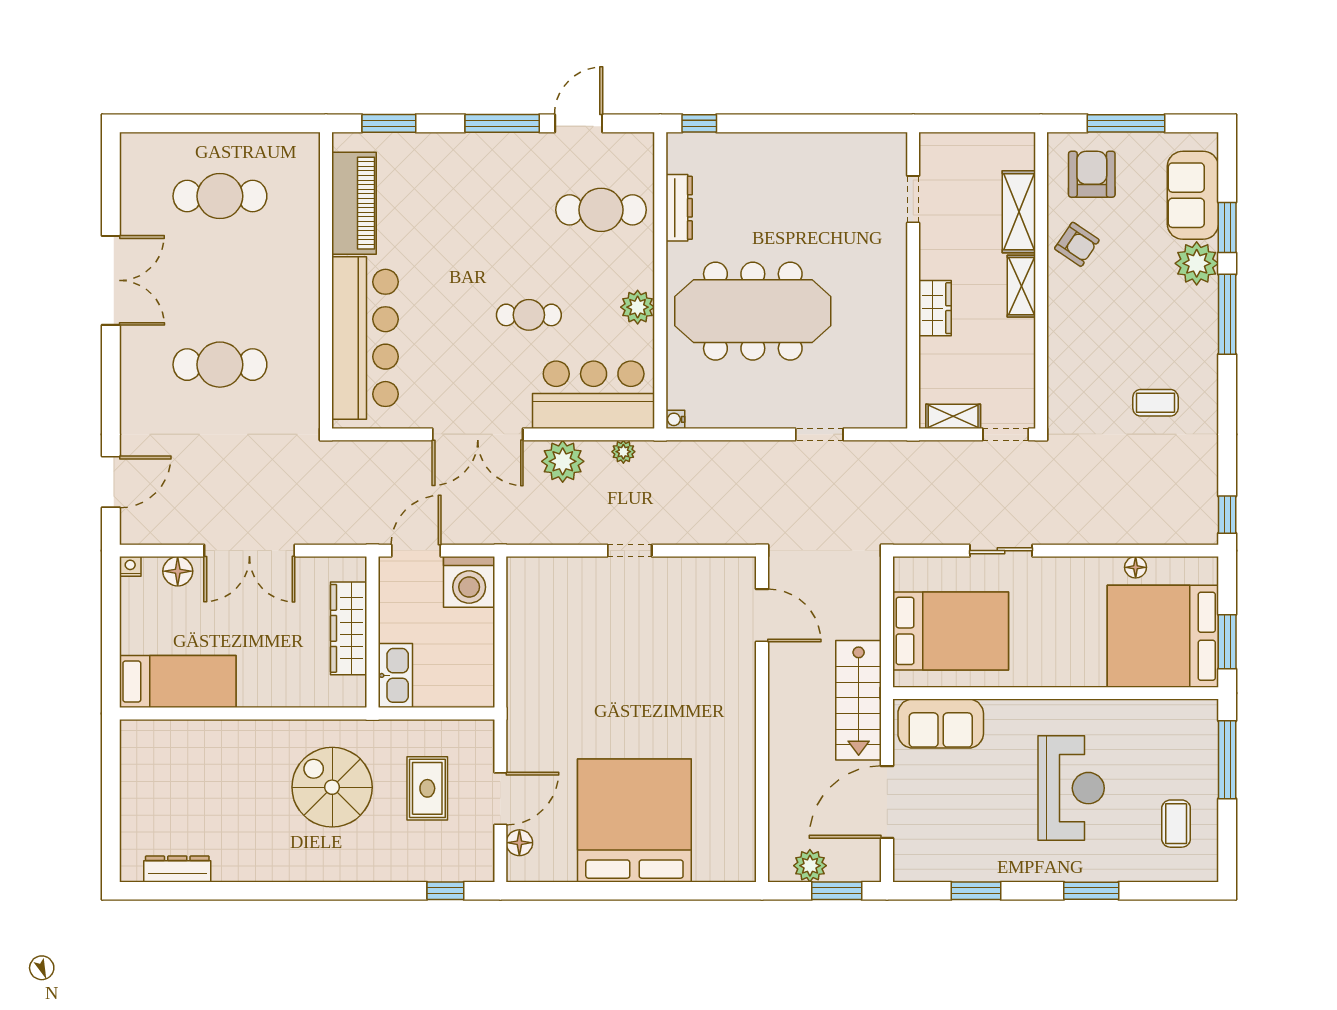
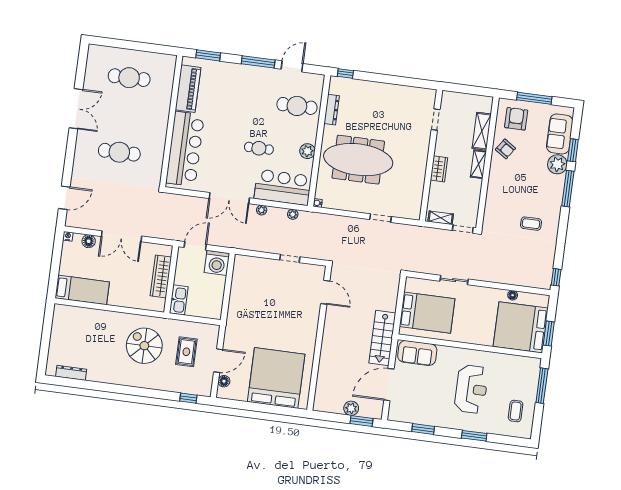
plant: (563, 461) -> (262, 210), width x0.53, depth x0.53
door: (762, 615) -> (325, 292), moved
wall: (762, 719) -> (319, 338), moved

